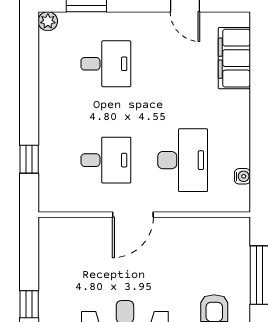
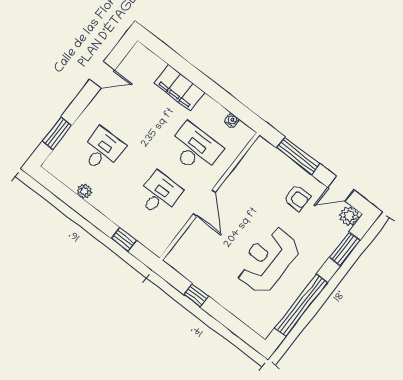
plant: (48, 21) -> (84, 191), moved
filing cabinet: (234, 58) -> (180, 88), moved
window: (29, 304) -> (196, 295), moved

